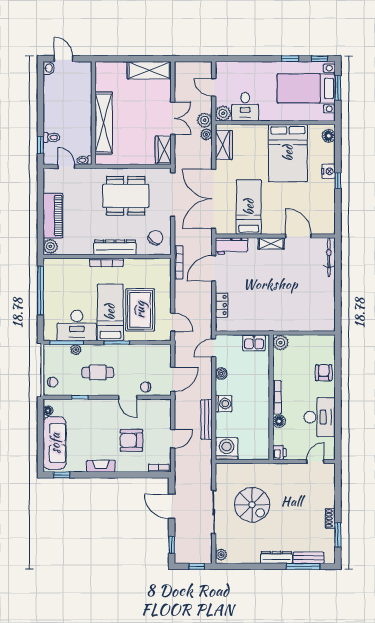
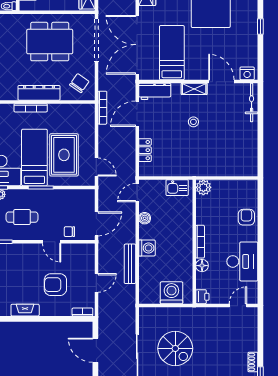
nightstand: (329, 171) -> (247, 73), moved, turned 90
stool: (270, 277) -> (193, 122), added
washing machine: (227, 449) -> (171, 293), moved

